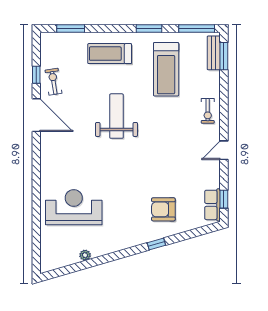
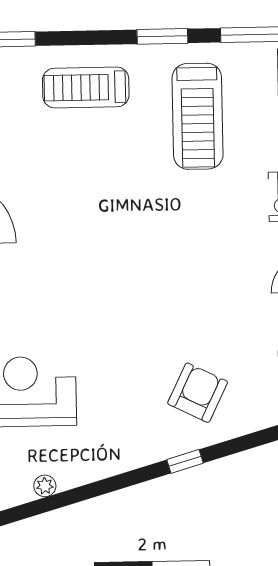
weight bench: (117, 116) -> (102, 210), removed
armchair: (163, 209) -> (198, 393), turned 116

